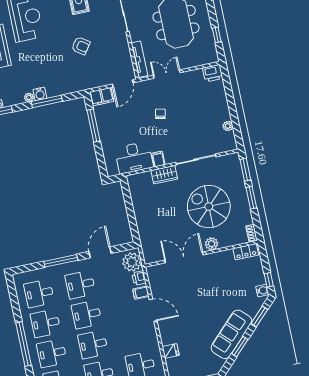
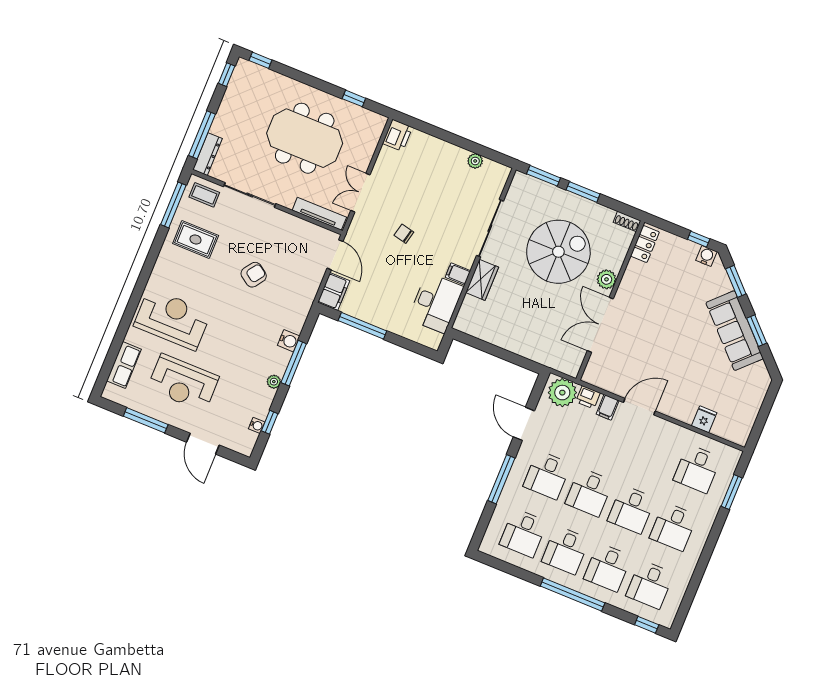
water cooler: (40, 94) -> (289, 341), moved
spiral stairs: (209, 207) -> (558, 252), turned 180

